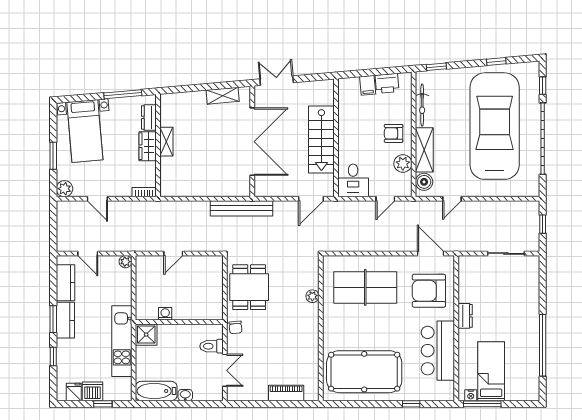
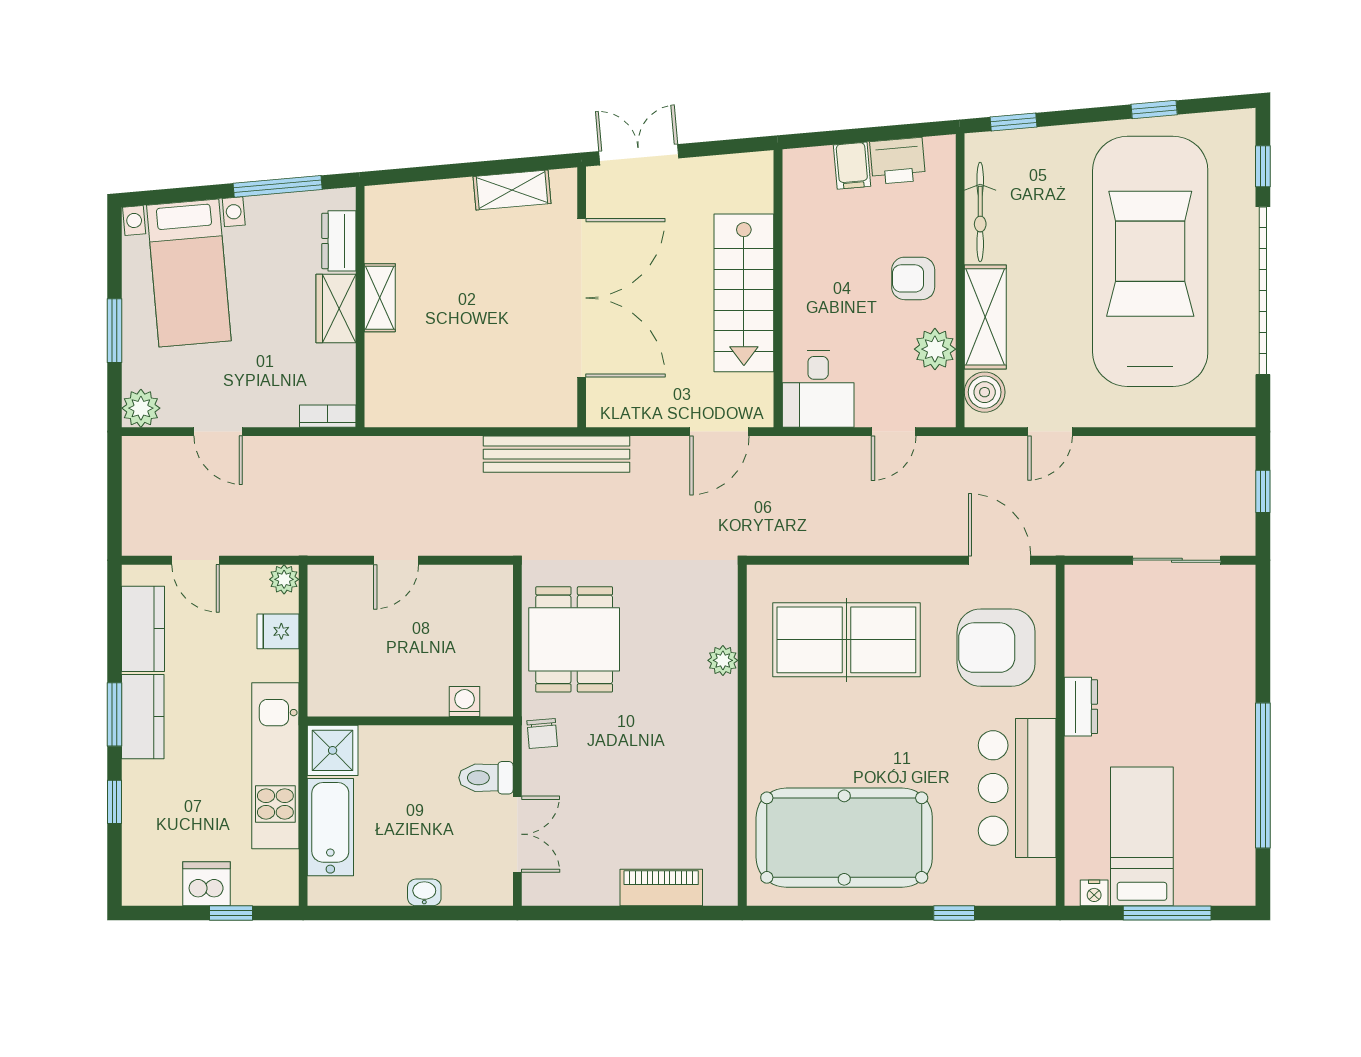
washing machine: (165, 314) -> (465, 702), moved
bathtub: (156, 391) -> (330, 827), moved, turned 90
fridge: (74, 392) -> (278, 631), moved, turned -90
window: (482, 404) -> (1167, 913), moved

